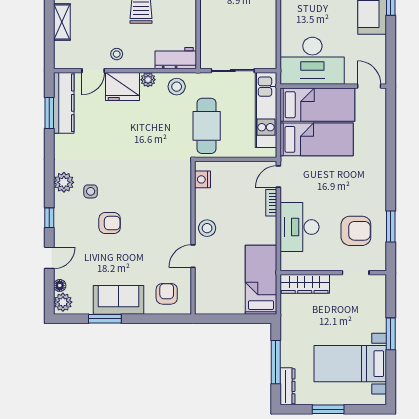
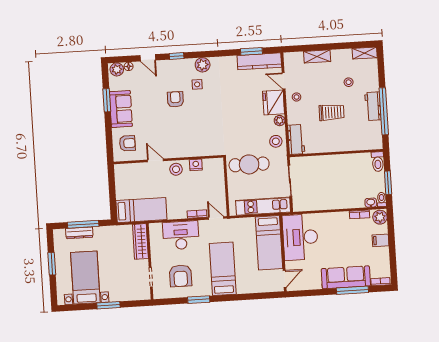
bed: (317, 139) -> (223, 269), moved, turned 180
nightstand: (203, 179) -> (196, 165), moved
armchair: (110, 223) -> (175, 99), turned 180
window: (391, 226) -> (199, 300), moved
dresser: (287, 386) -> (79, 233), moved

